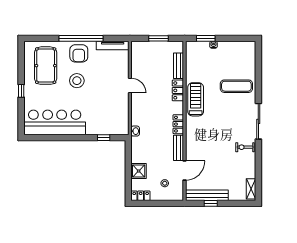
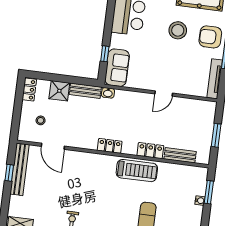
sofa: (114, 126) -> (117, 68), added
bench: (179, 148) -> (85, 91), moved

